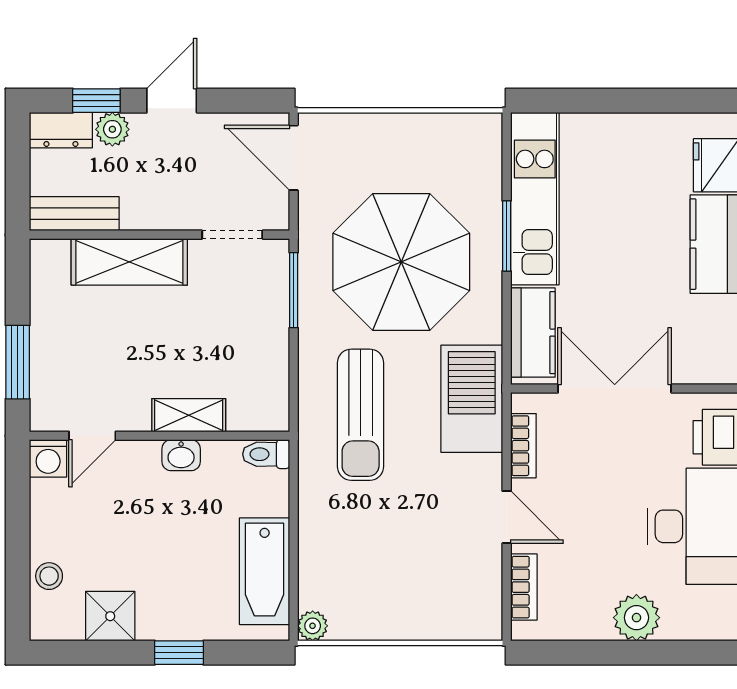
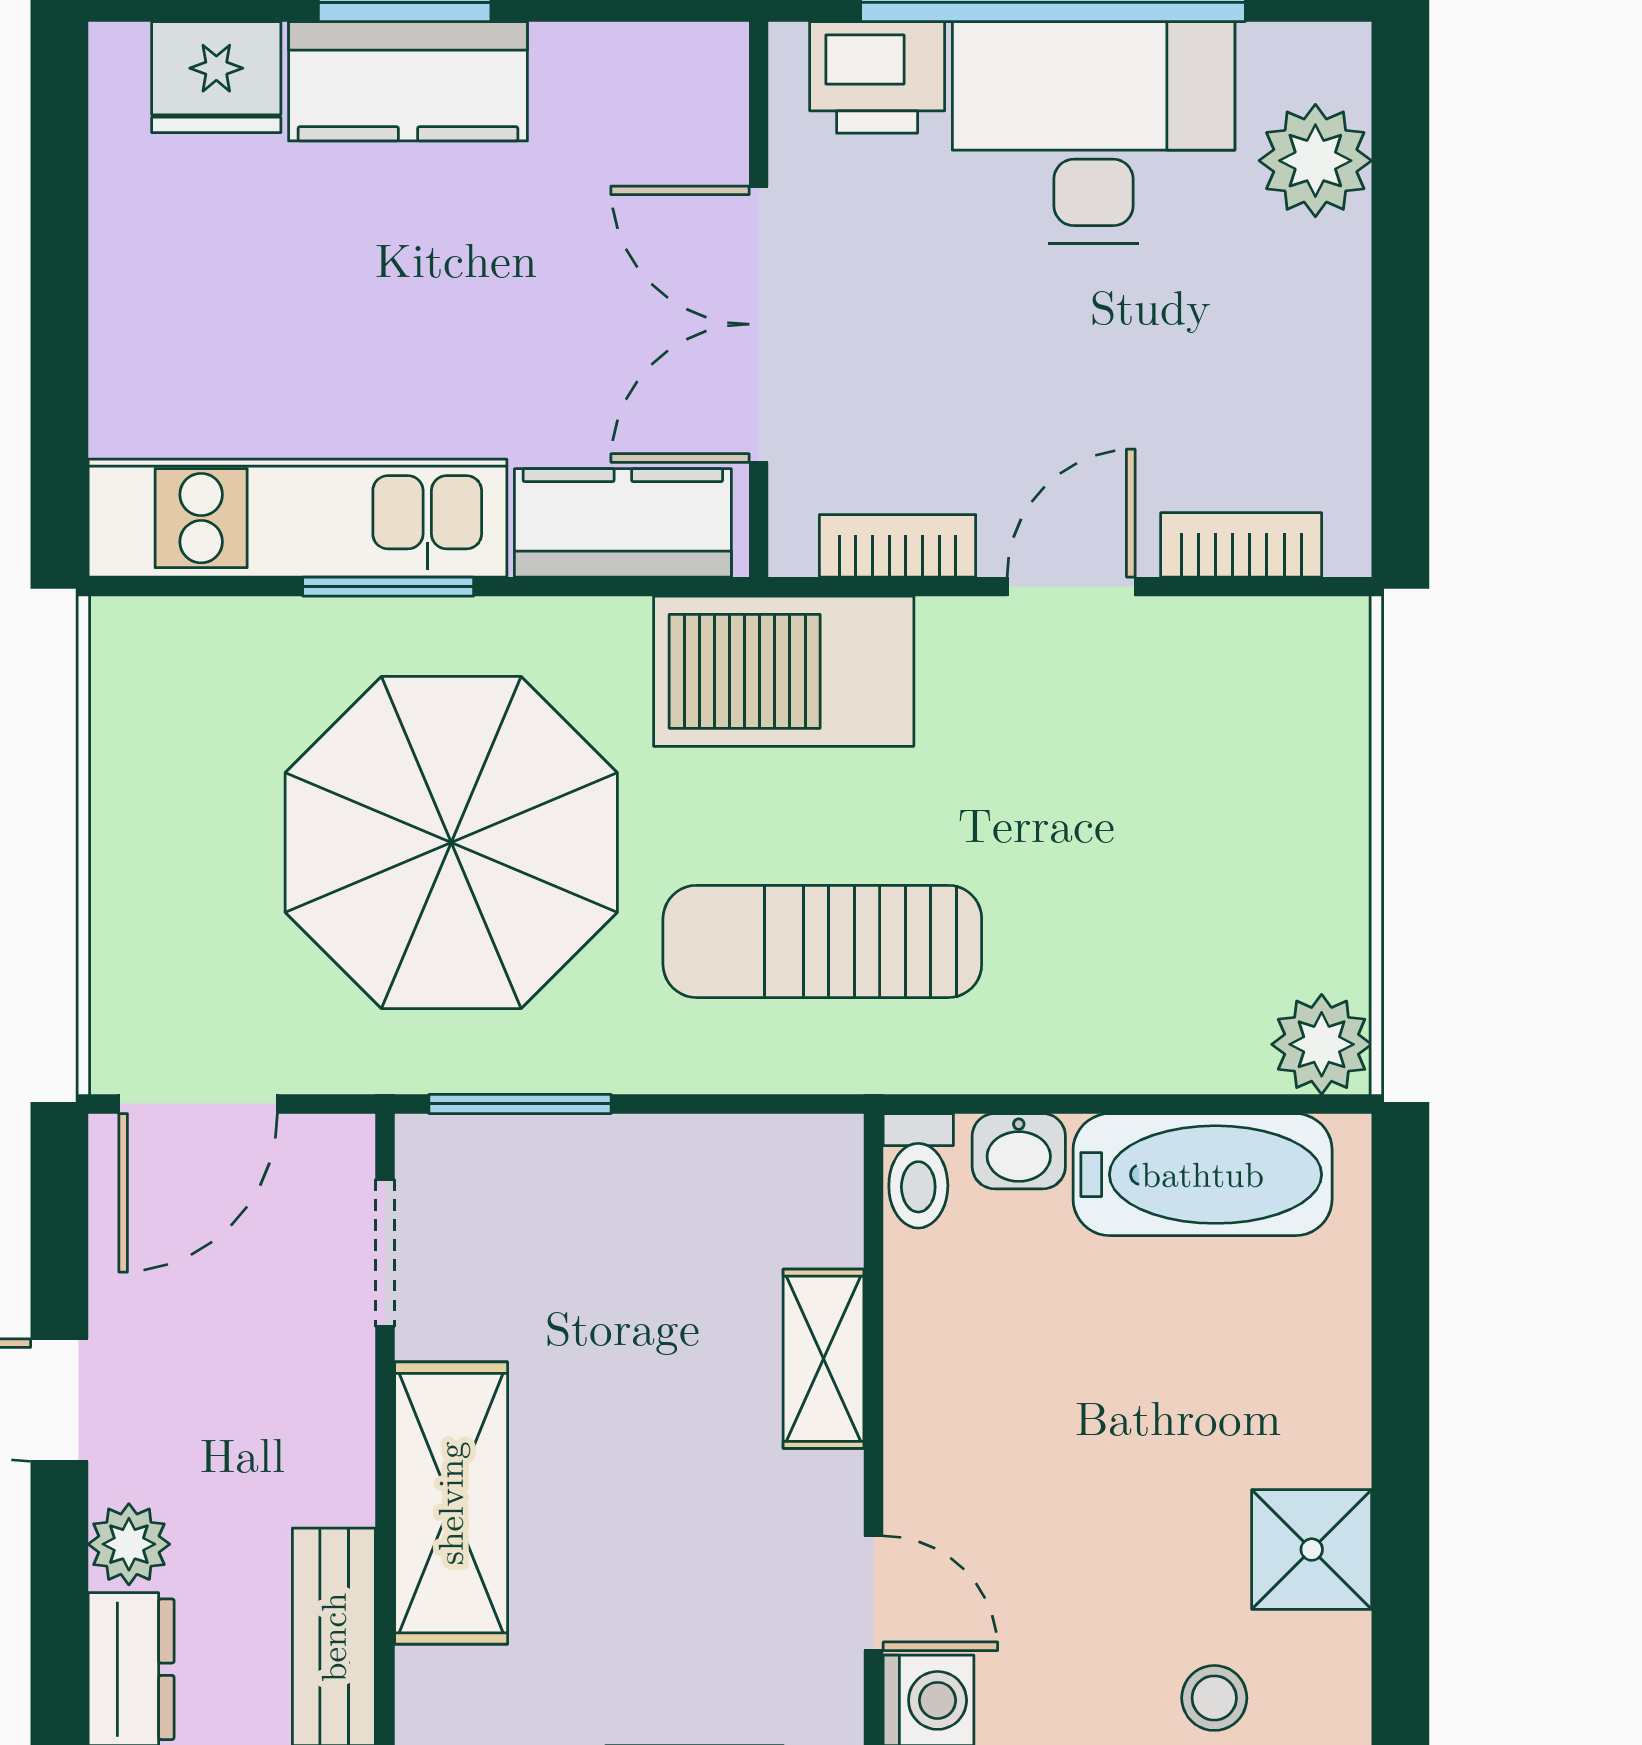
window: (96, 101) -> (59, 1583), removed
sun lounger: (361, 415) -> (822, 941), turned 180
washbasin: (181, 455) -> (1019, 1151), moved, turned 90
plant: (636, 618) -> (1315, 161), moved
plant: (313, 626) -> (1322, 1044), width x1.38, depth x1.38
window: (179, 653) -> (1400, 1382), removed

